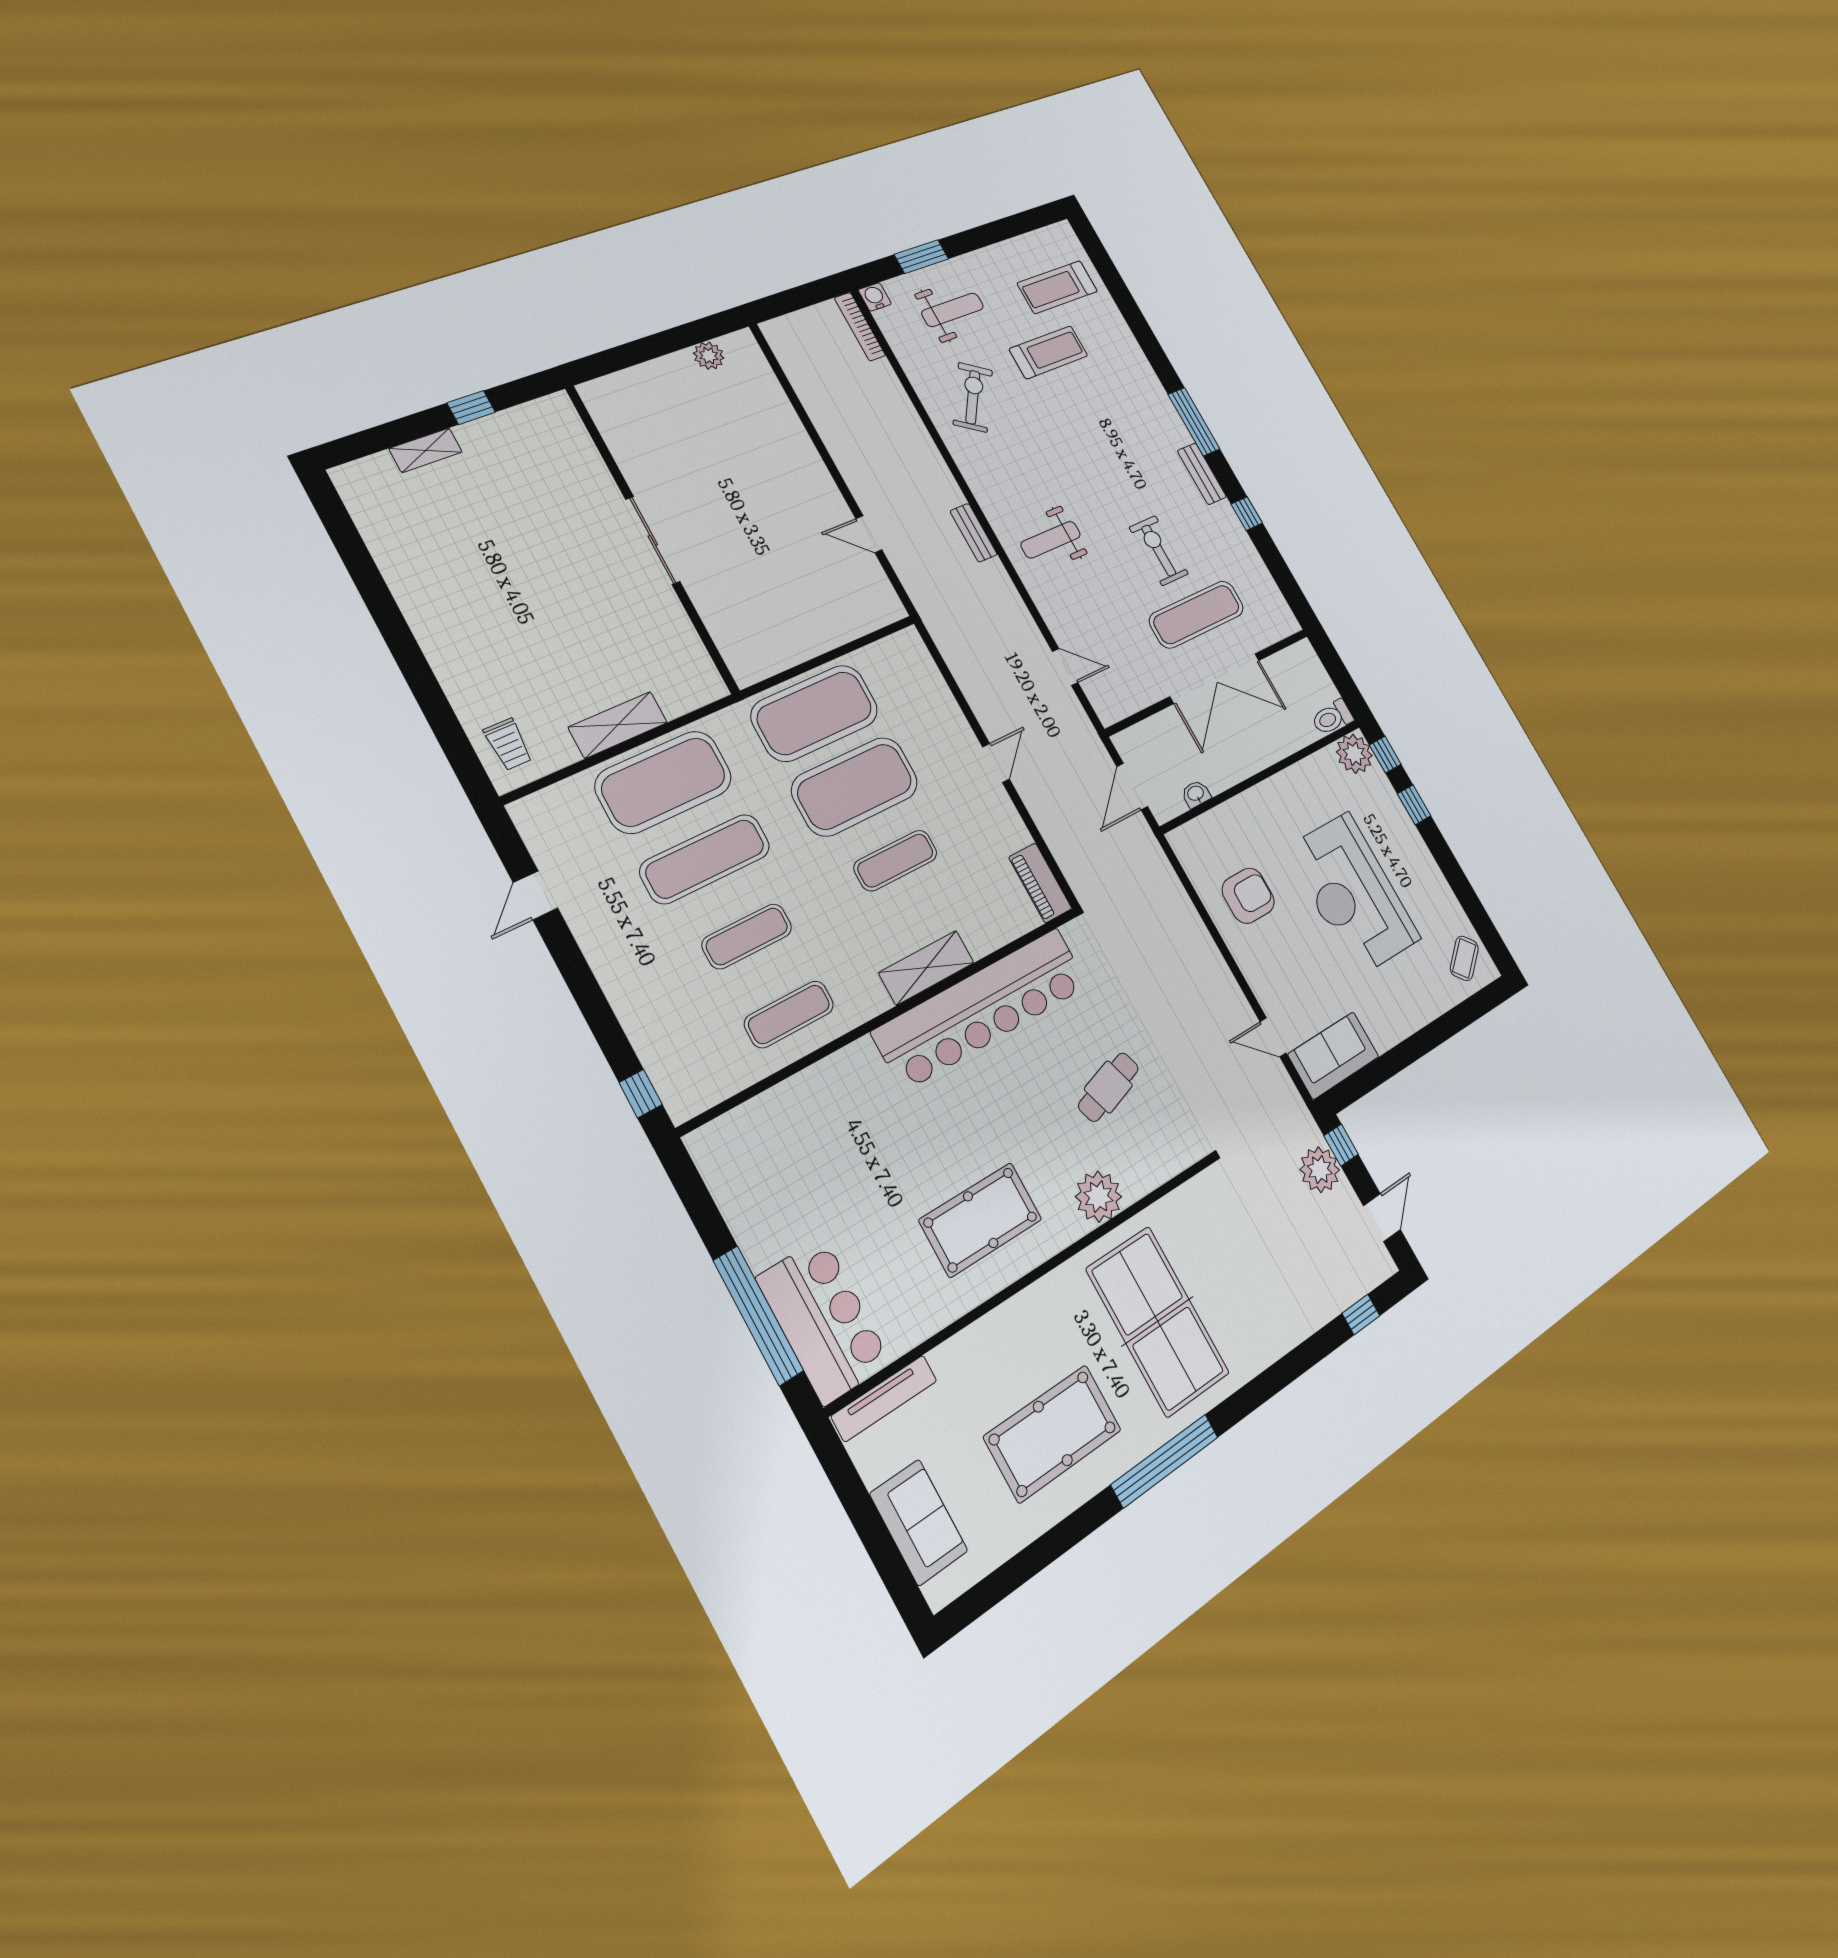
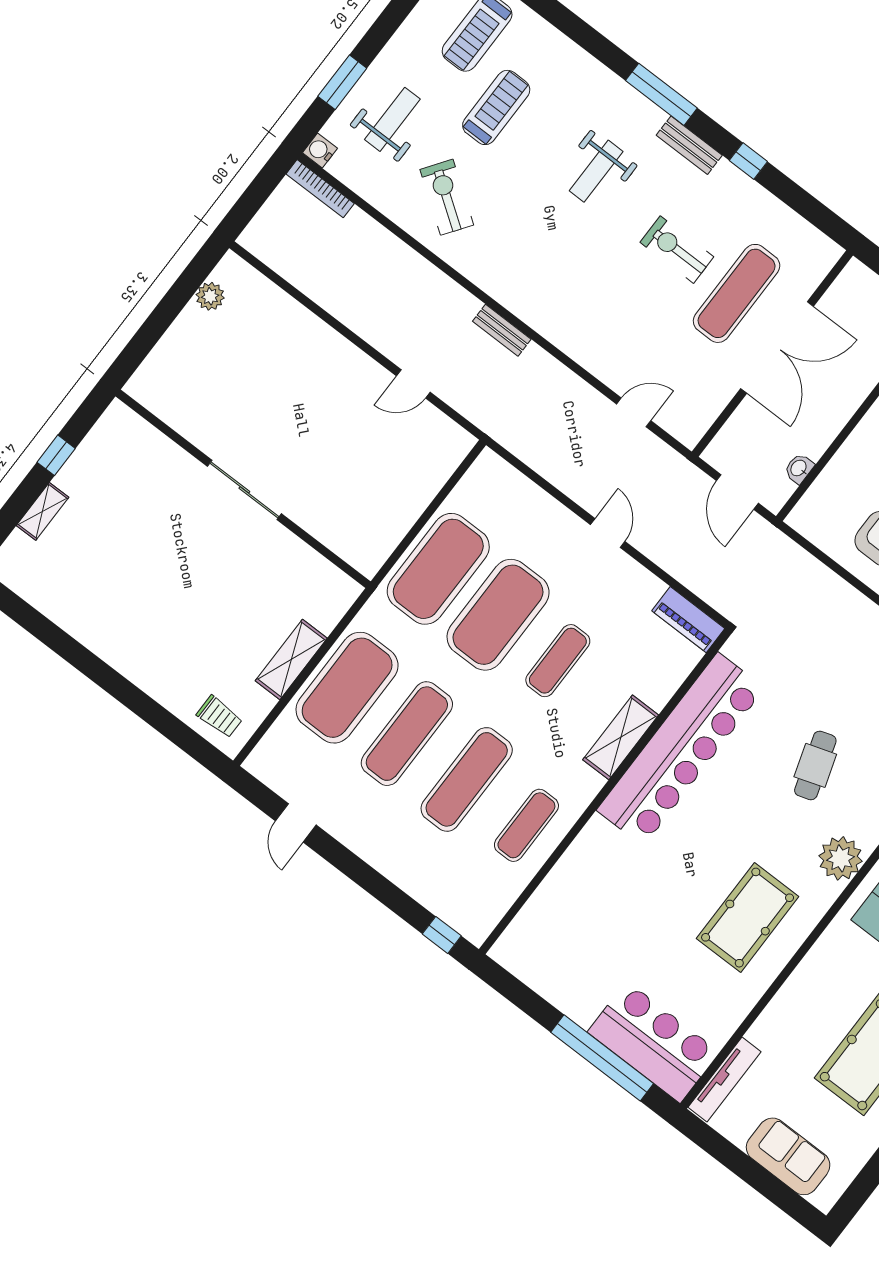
weight bench: (1051, 540) -> (596, 171), moved
exercise mat: (747, 936) -> (467, 779), width x1.36, depth x1.45

